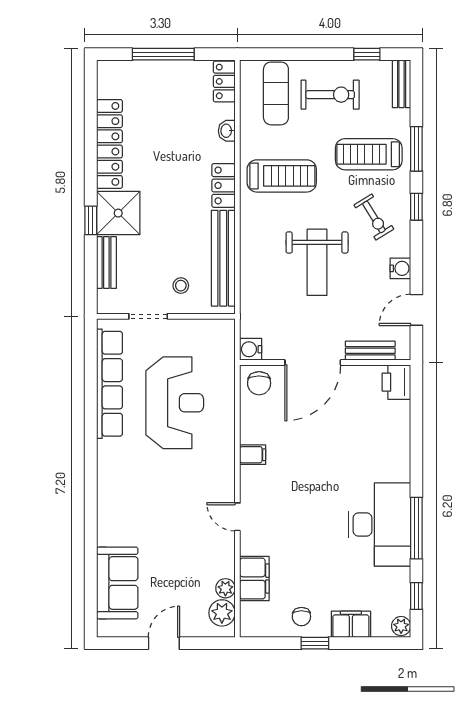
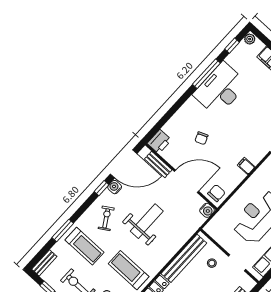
window: (416, 207) -> (102, 188), moved
door: (416, 310) -> (124, 164), width x1.87
chair: (345, 437) -> (201, 138), added

